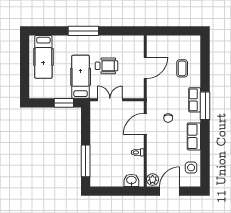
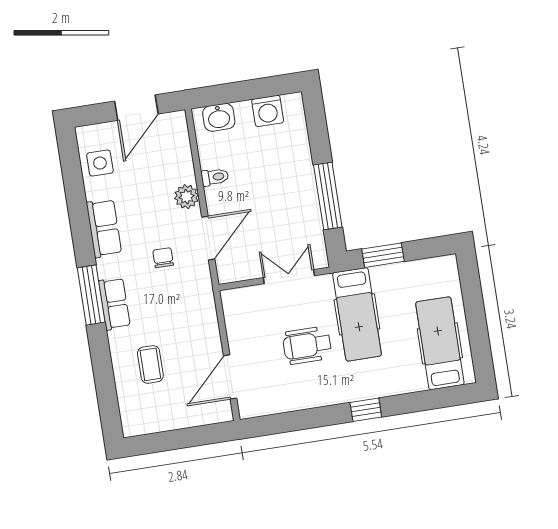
window: (83, 31) -> (366, 410), width x0.46
door: (145, 68) -> (230, 377), moved
double door: (110, 100) -> (289, 277), swing flipped
window: (86, 161) -> (328, 196), moved
washing machine: (108, 180) -> (268, 111), added
plant: (153, 180) -> (186, 197), moved

